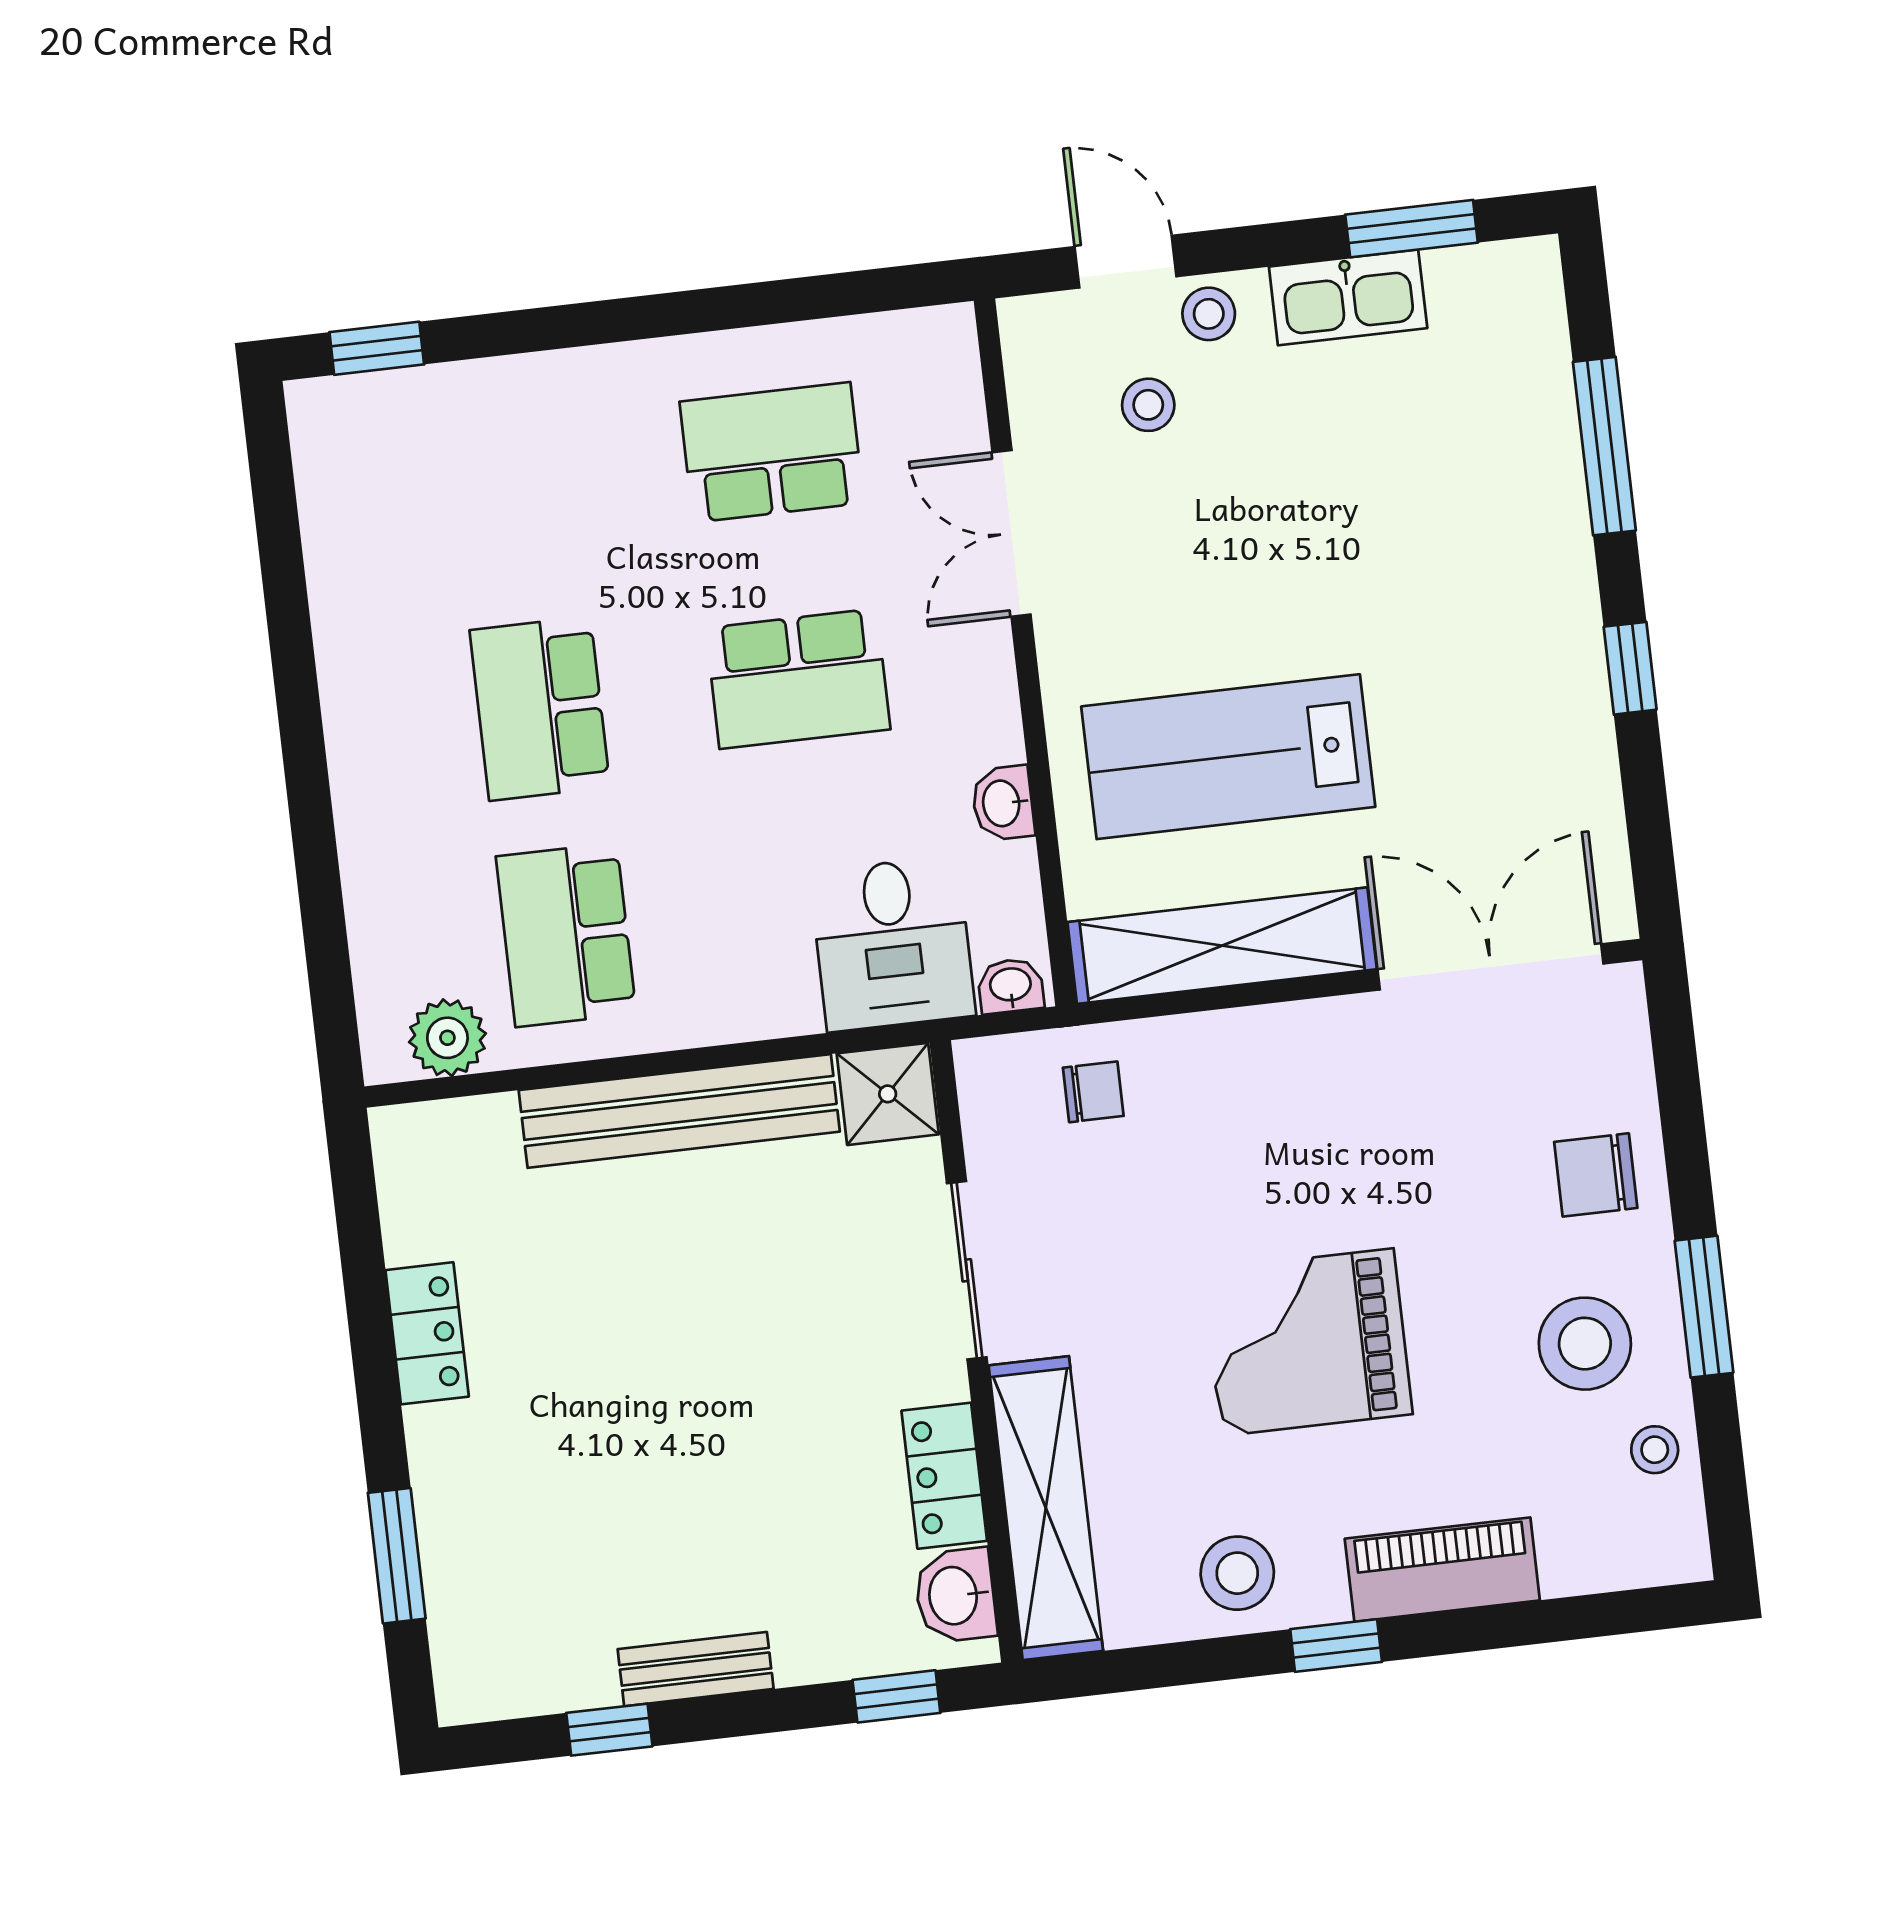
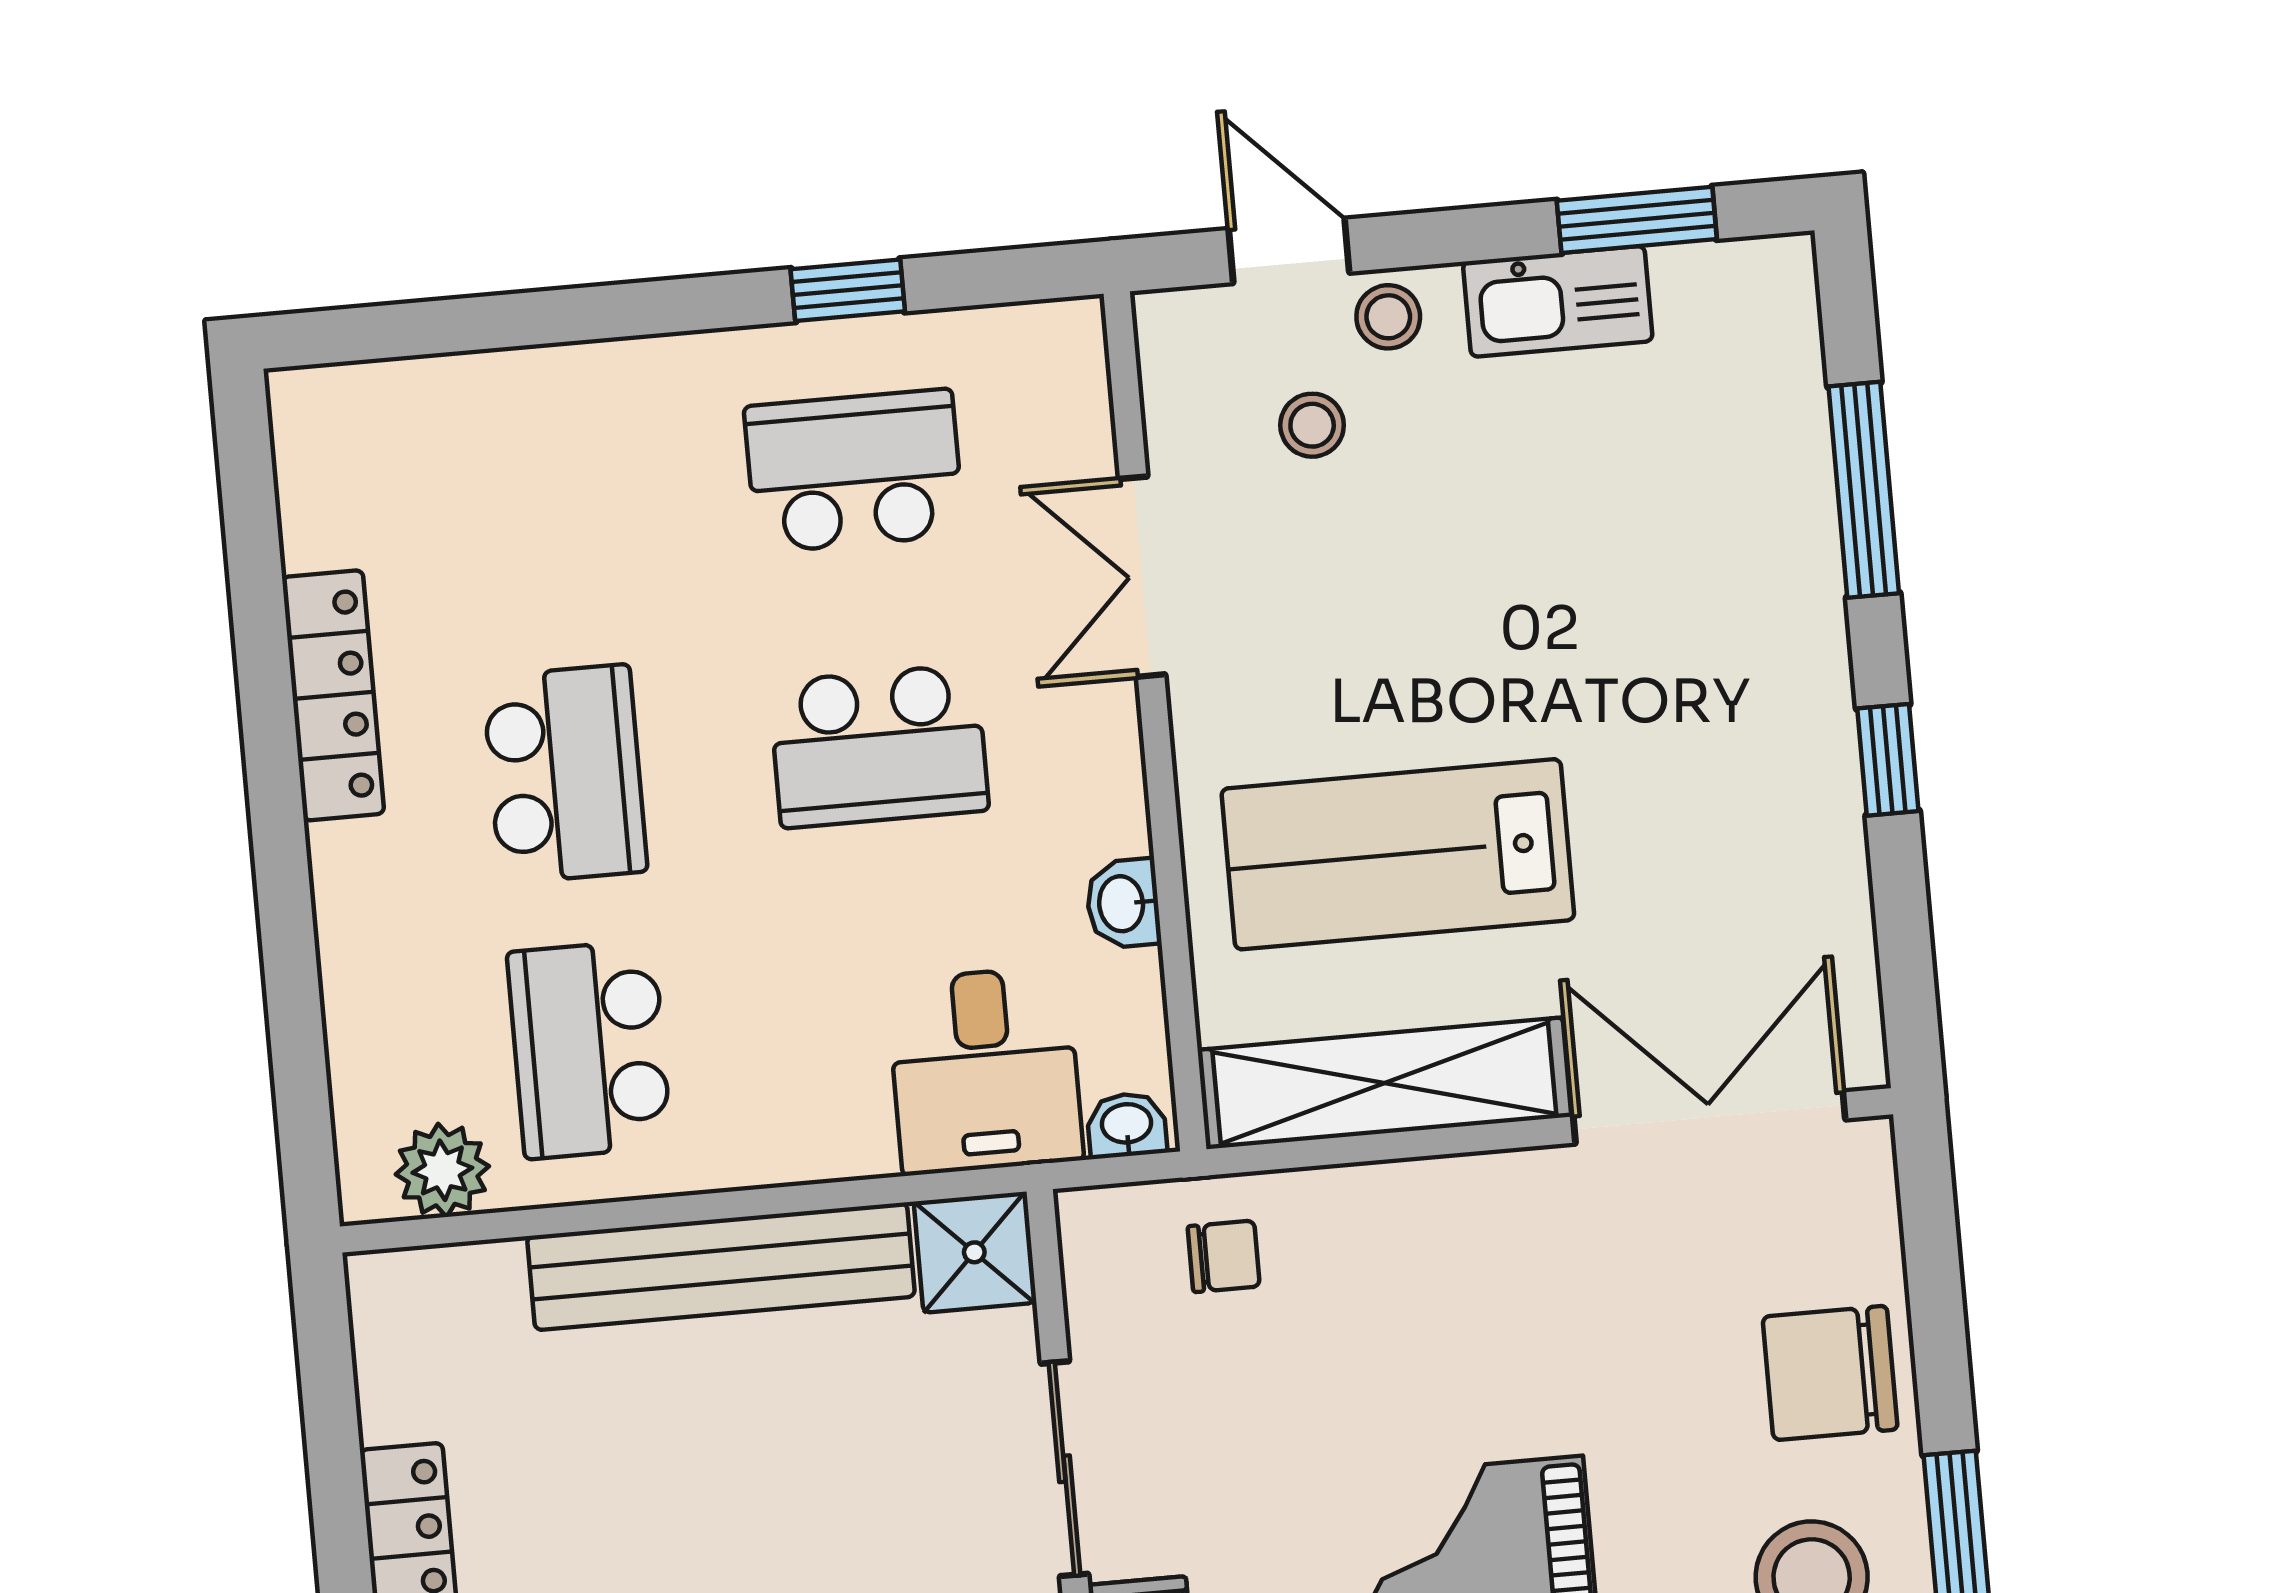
window: (377, 348) -> (848, 290), moved
locker: (347, 649) -> (333, 695), added
school desk: (540, 709) -> (565, 774), turned 180
chair: (1596, 1175) -> (1830, 1373), width x1.37, depth x1.37

